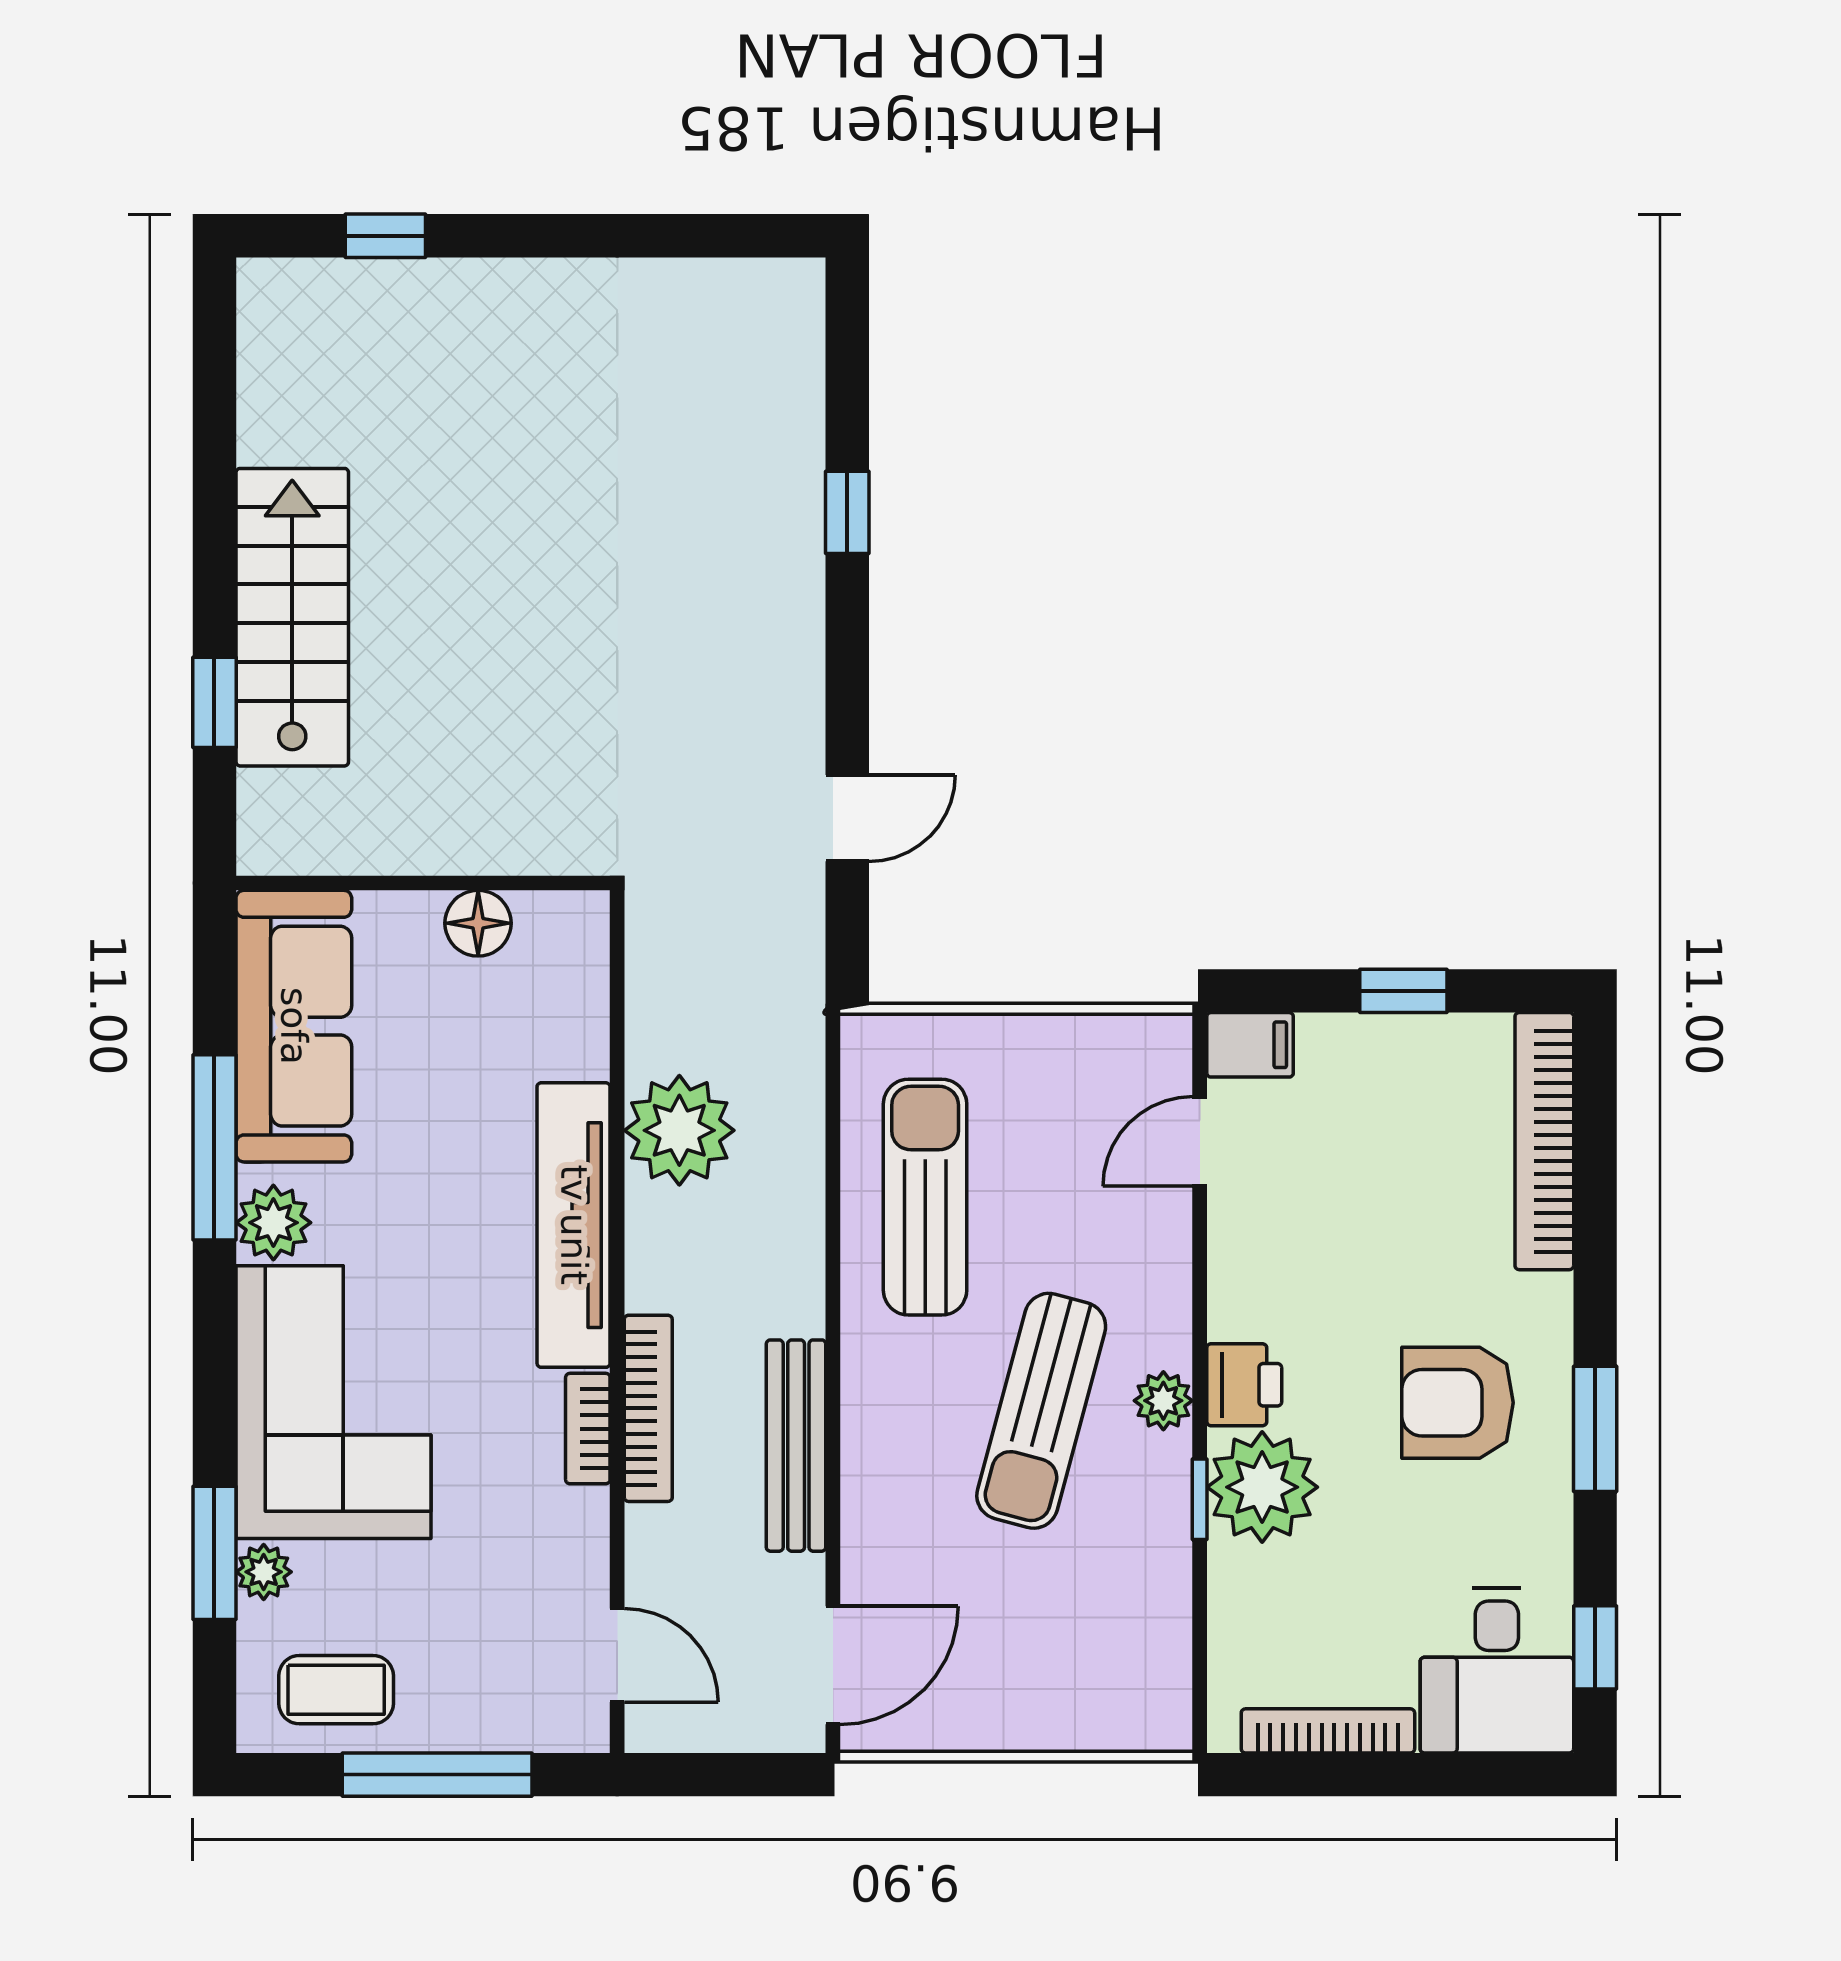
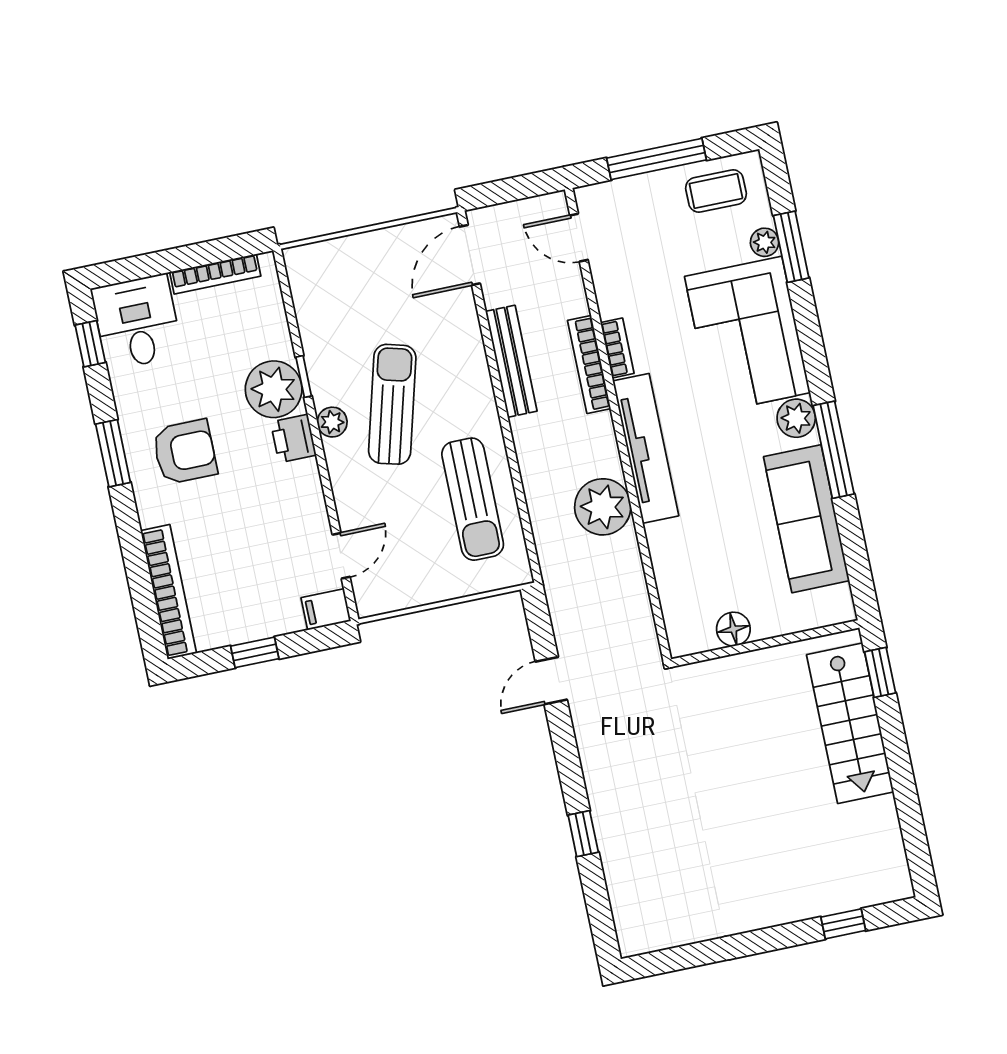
wall: (423, 883) -> (765, 643), moved
floor lamp: (478, 923) -> (733, 629), moved

